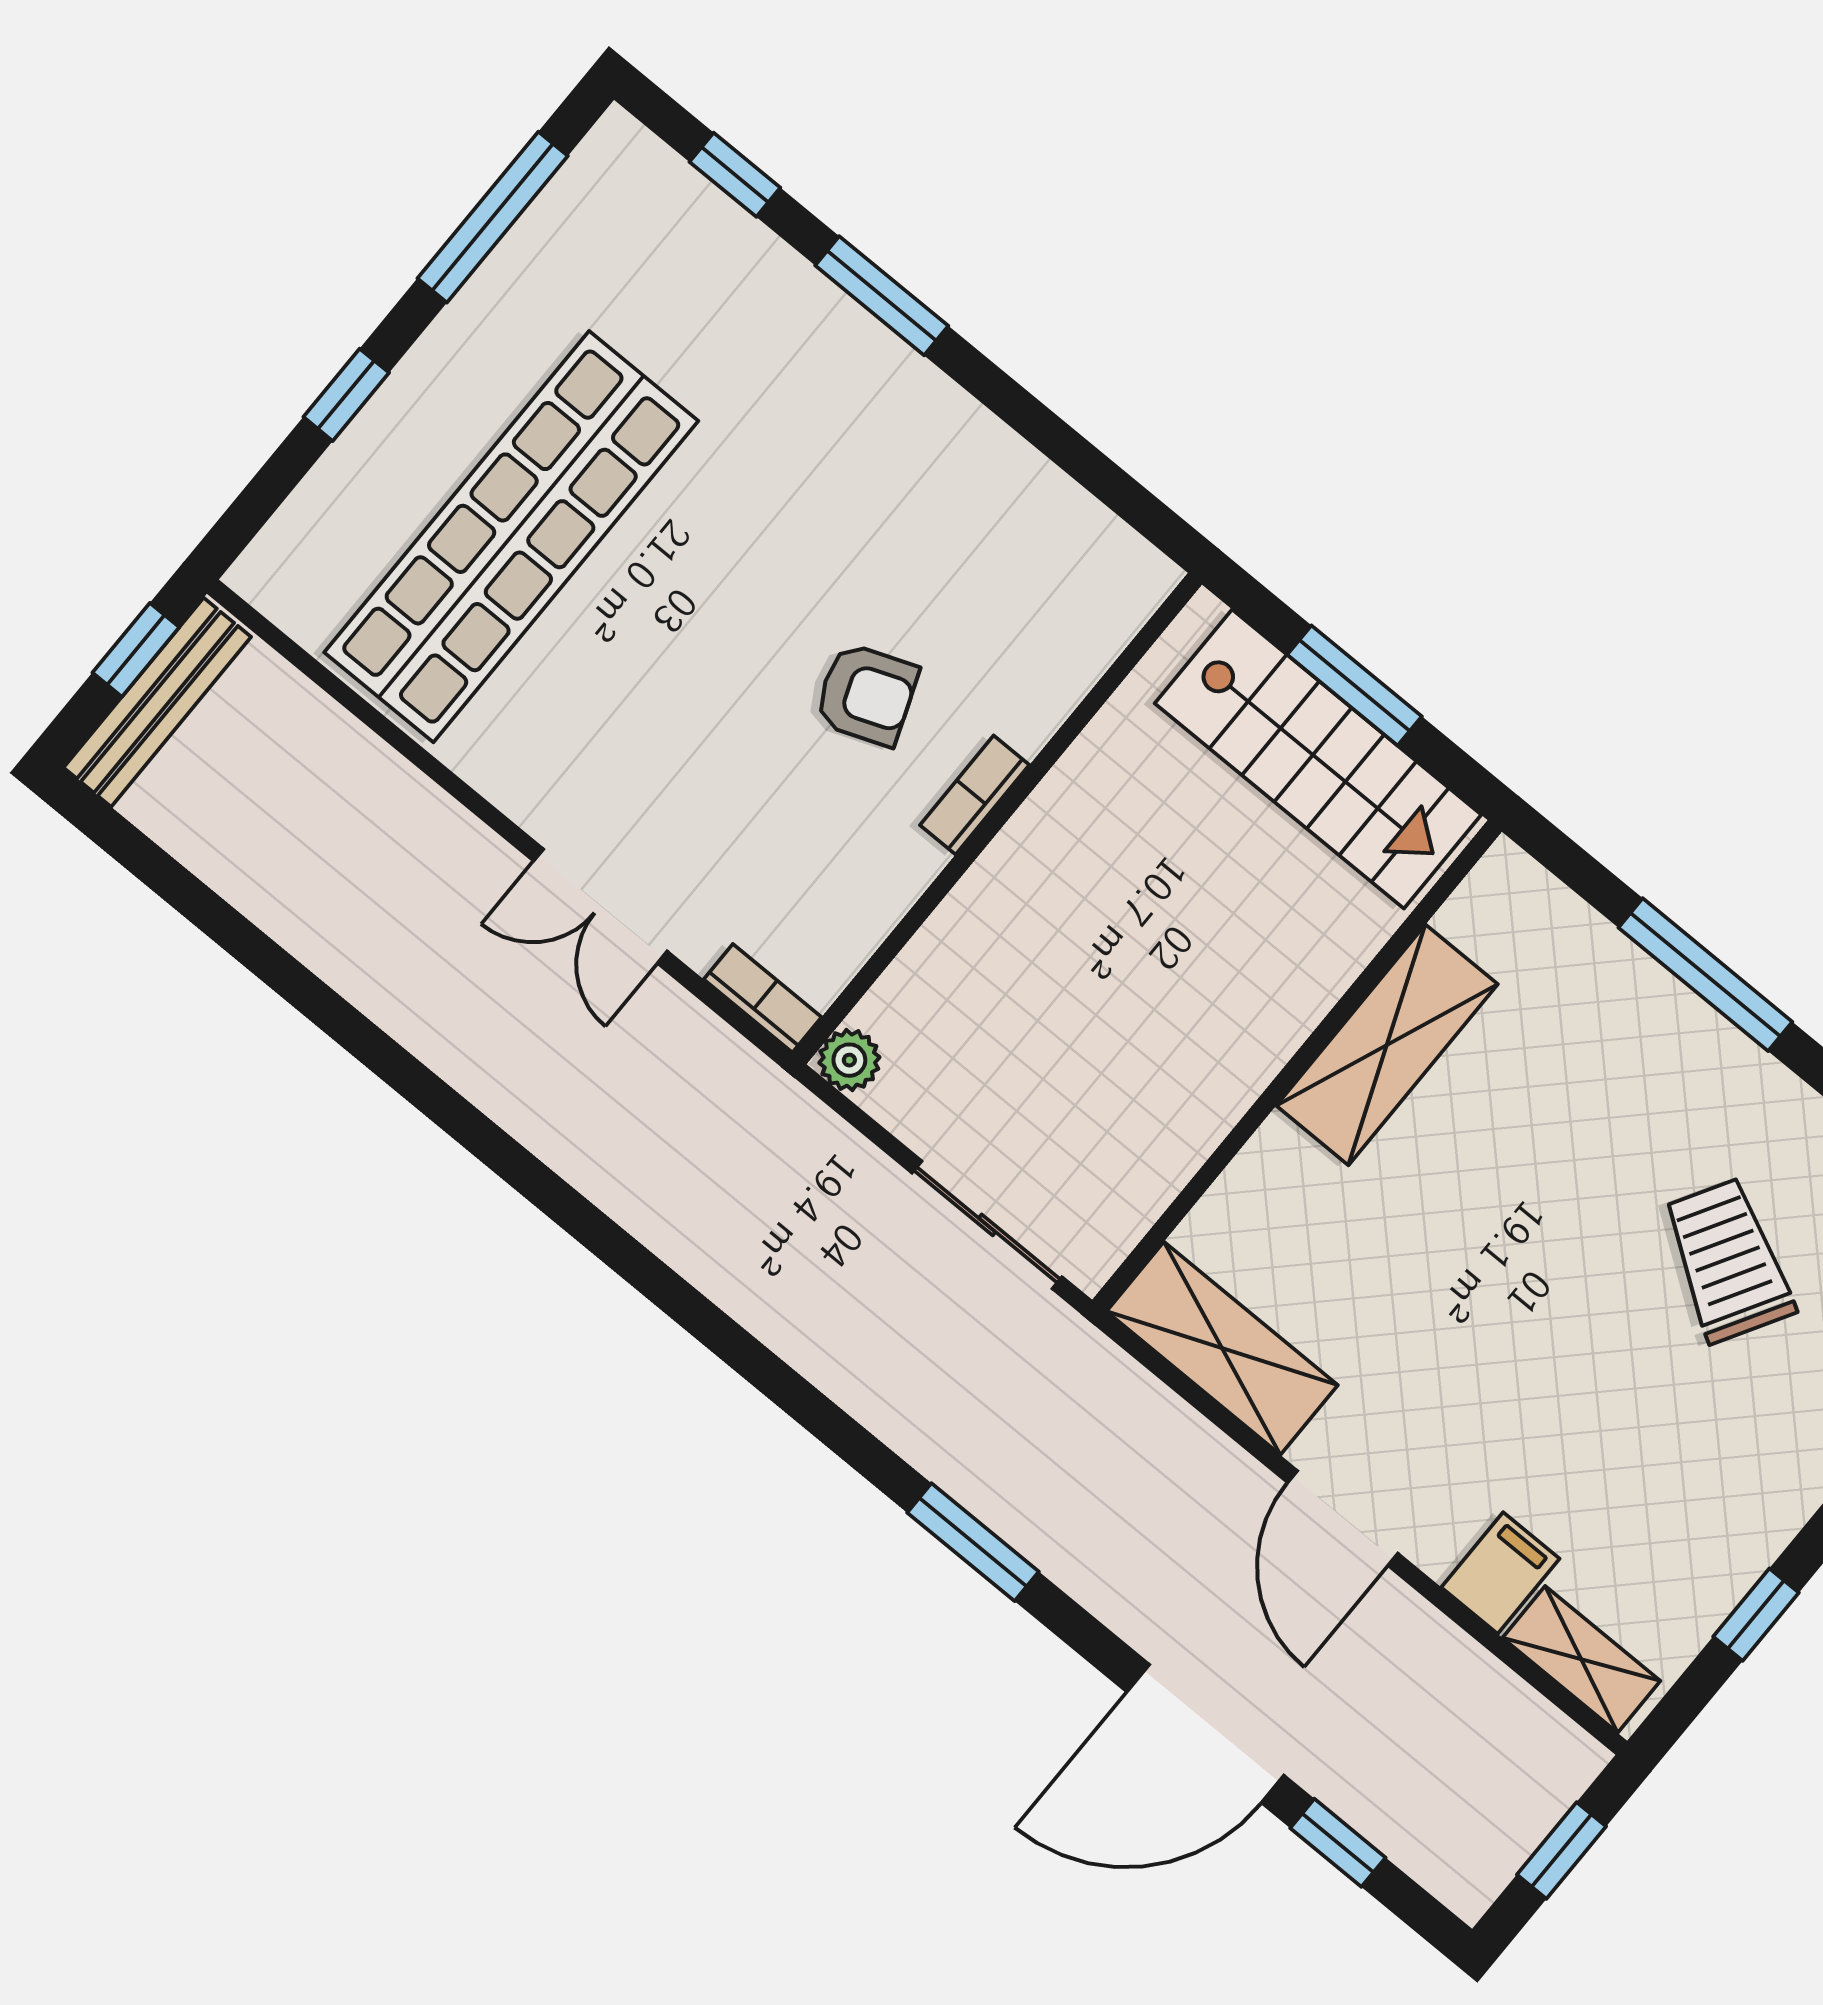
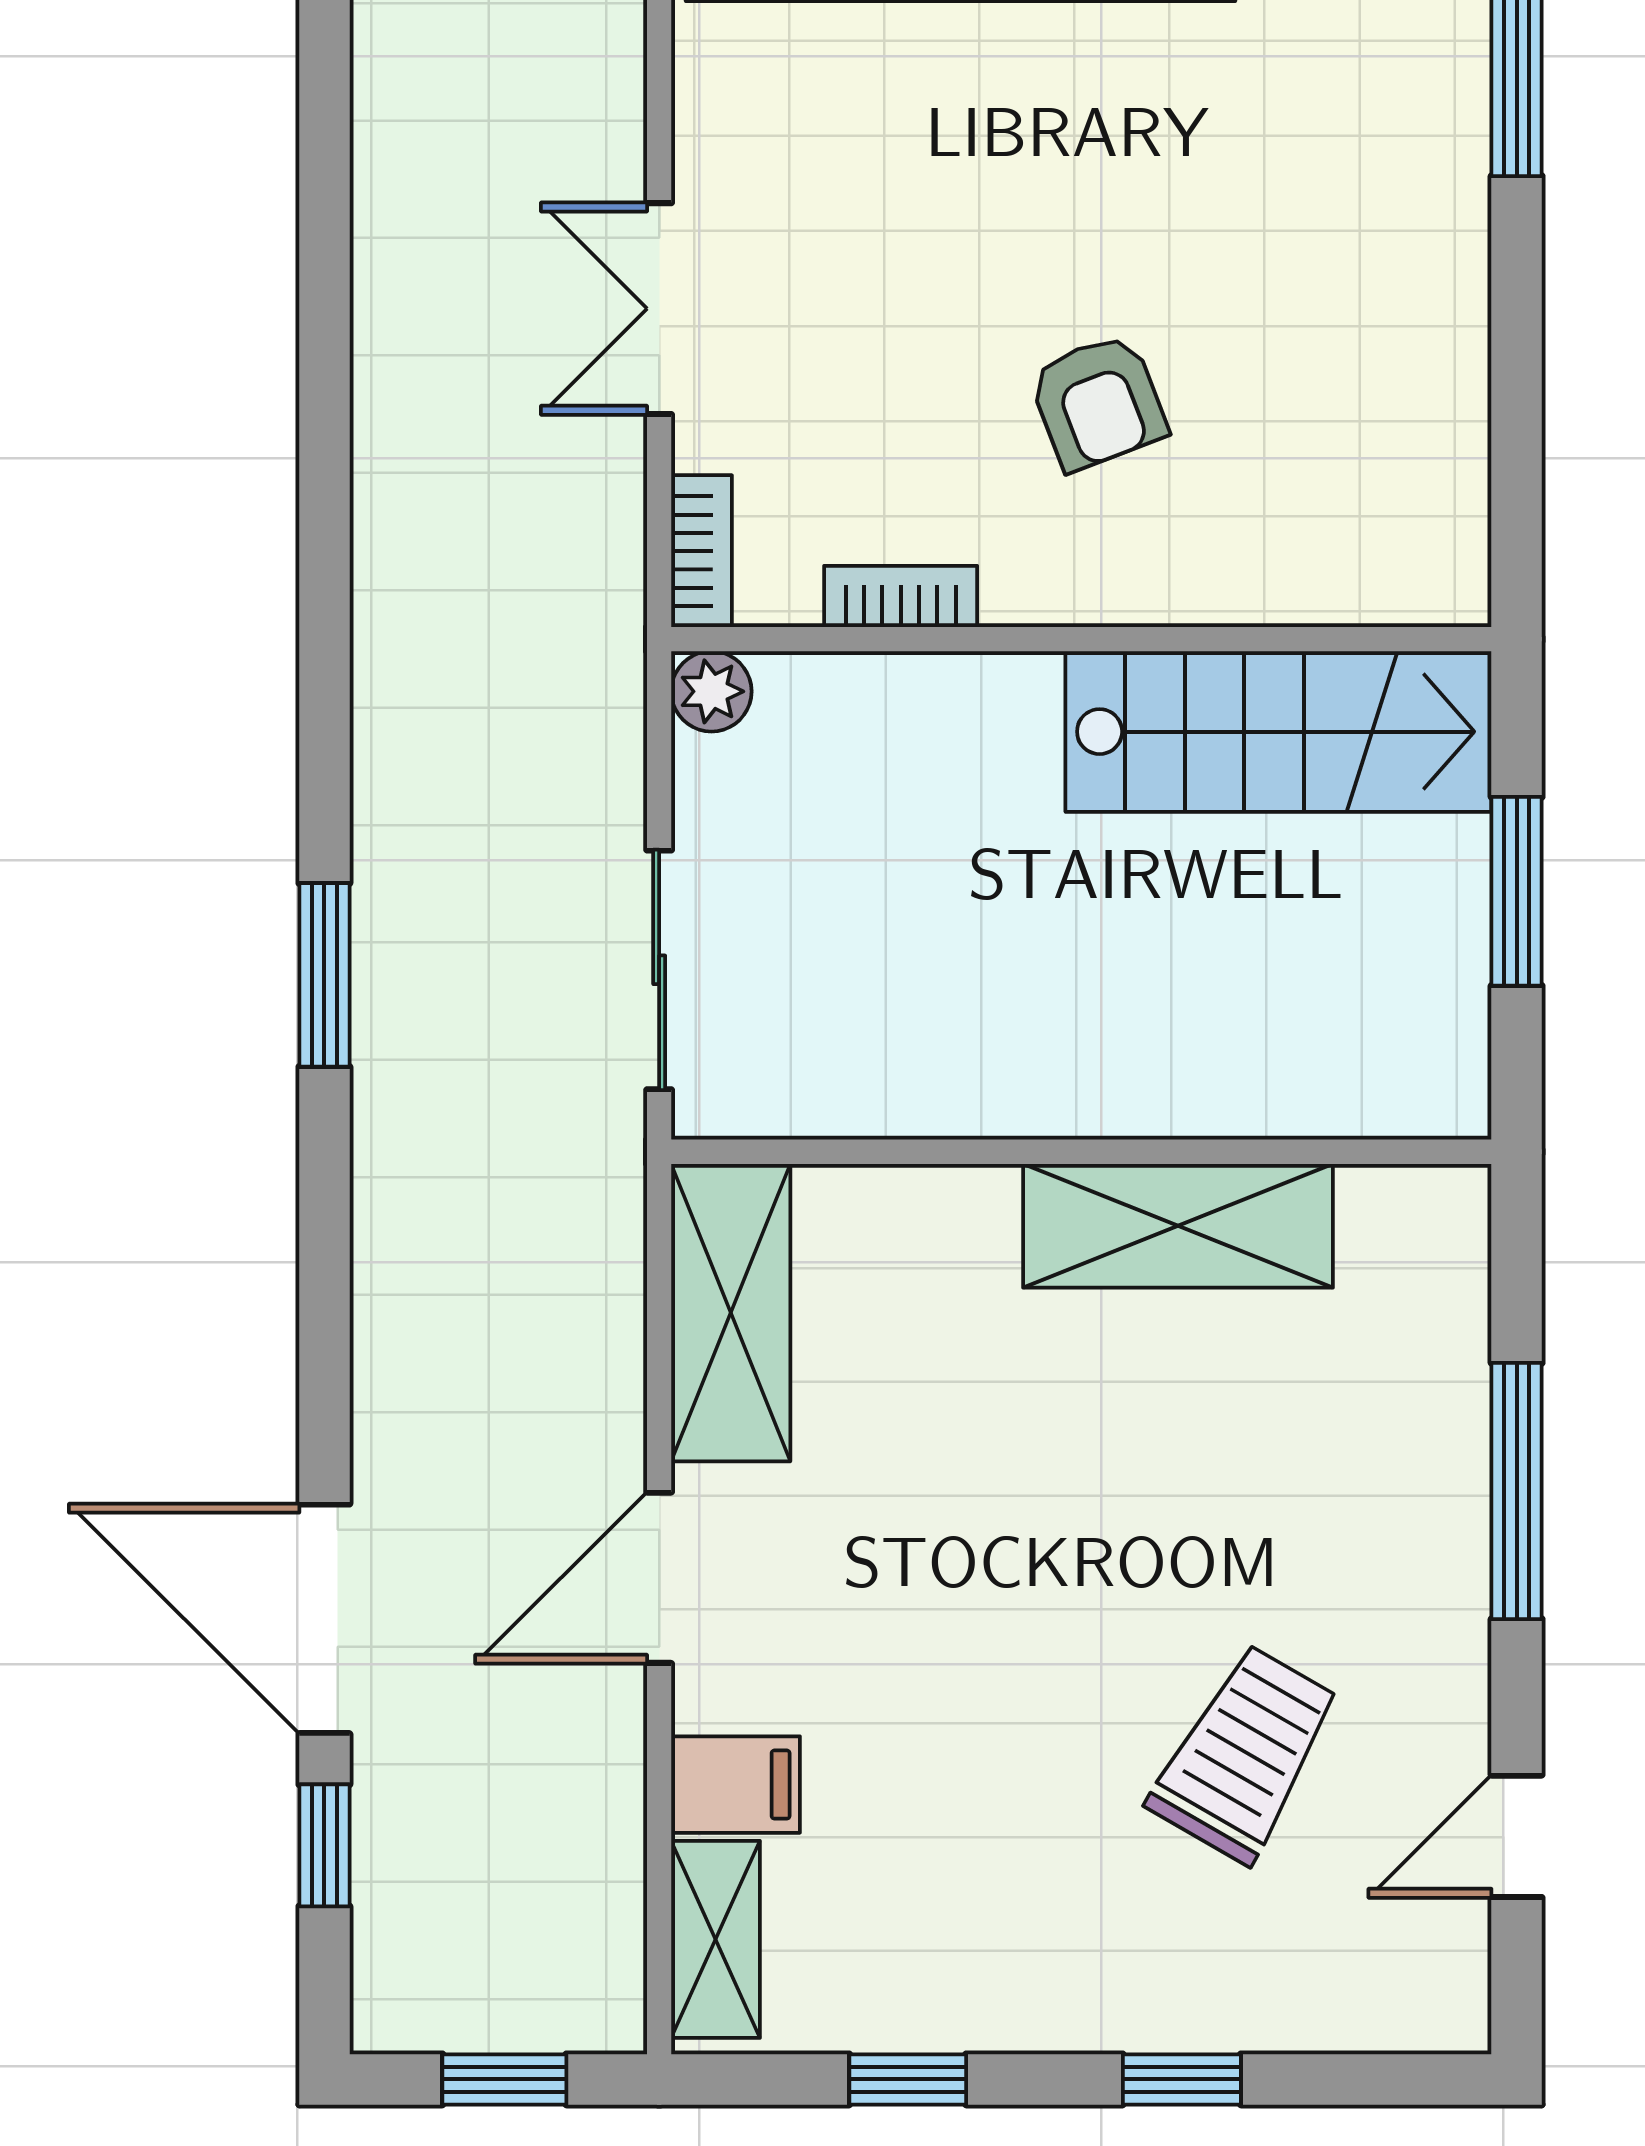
stairs: (1318, 759) -> (1278, 732), moved, turned -90
bookcase: (975, 795) -> (901, 596), moved
window: (973, 1542) -> (324, 975), moved

